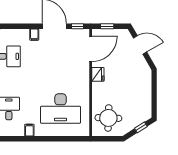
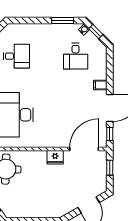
door: (91, 49) -> (84, 149), swing flipped

